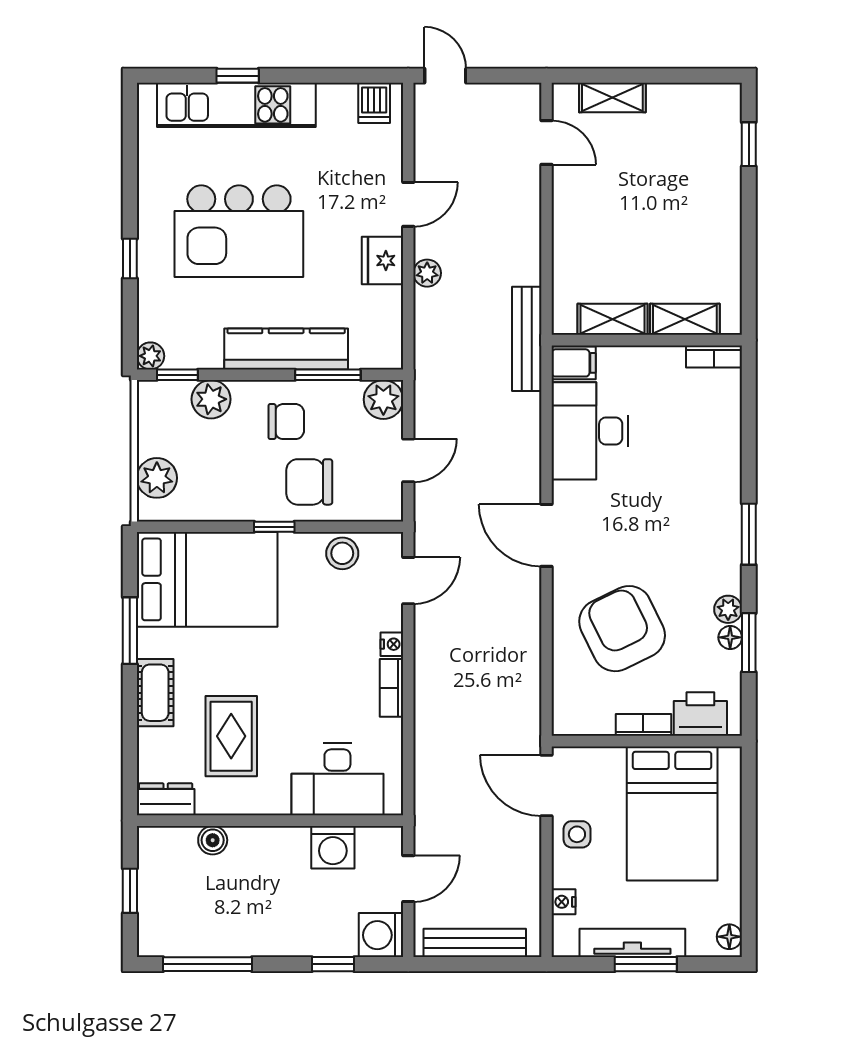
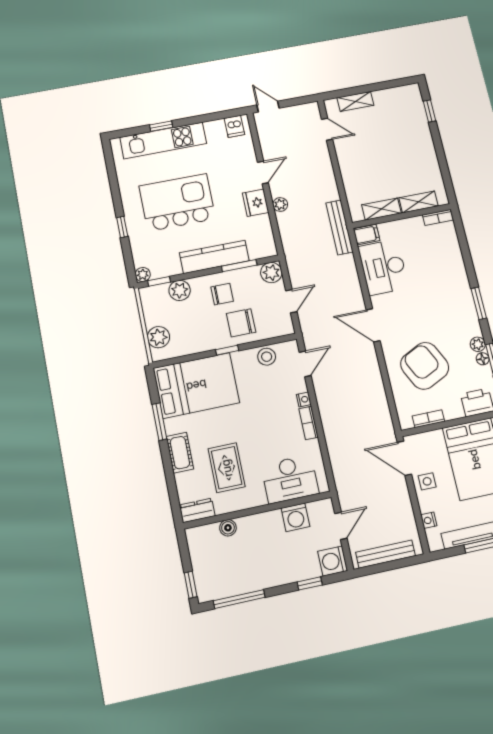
kitchen island: (239, 231) -> (177, 202), turned 180
bookcase: (643, 725) -> (428, 419), moved
window: (130, 891) -> (191, 585), moved

